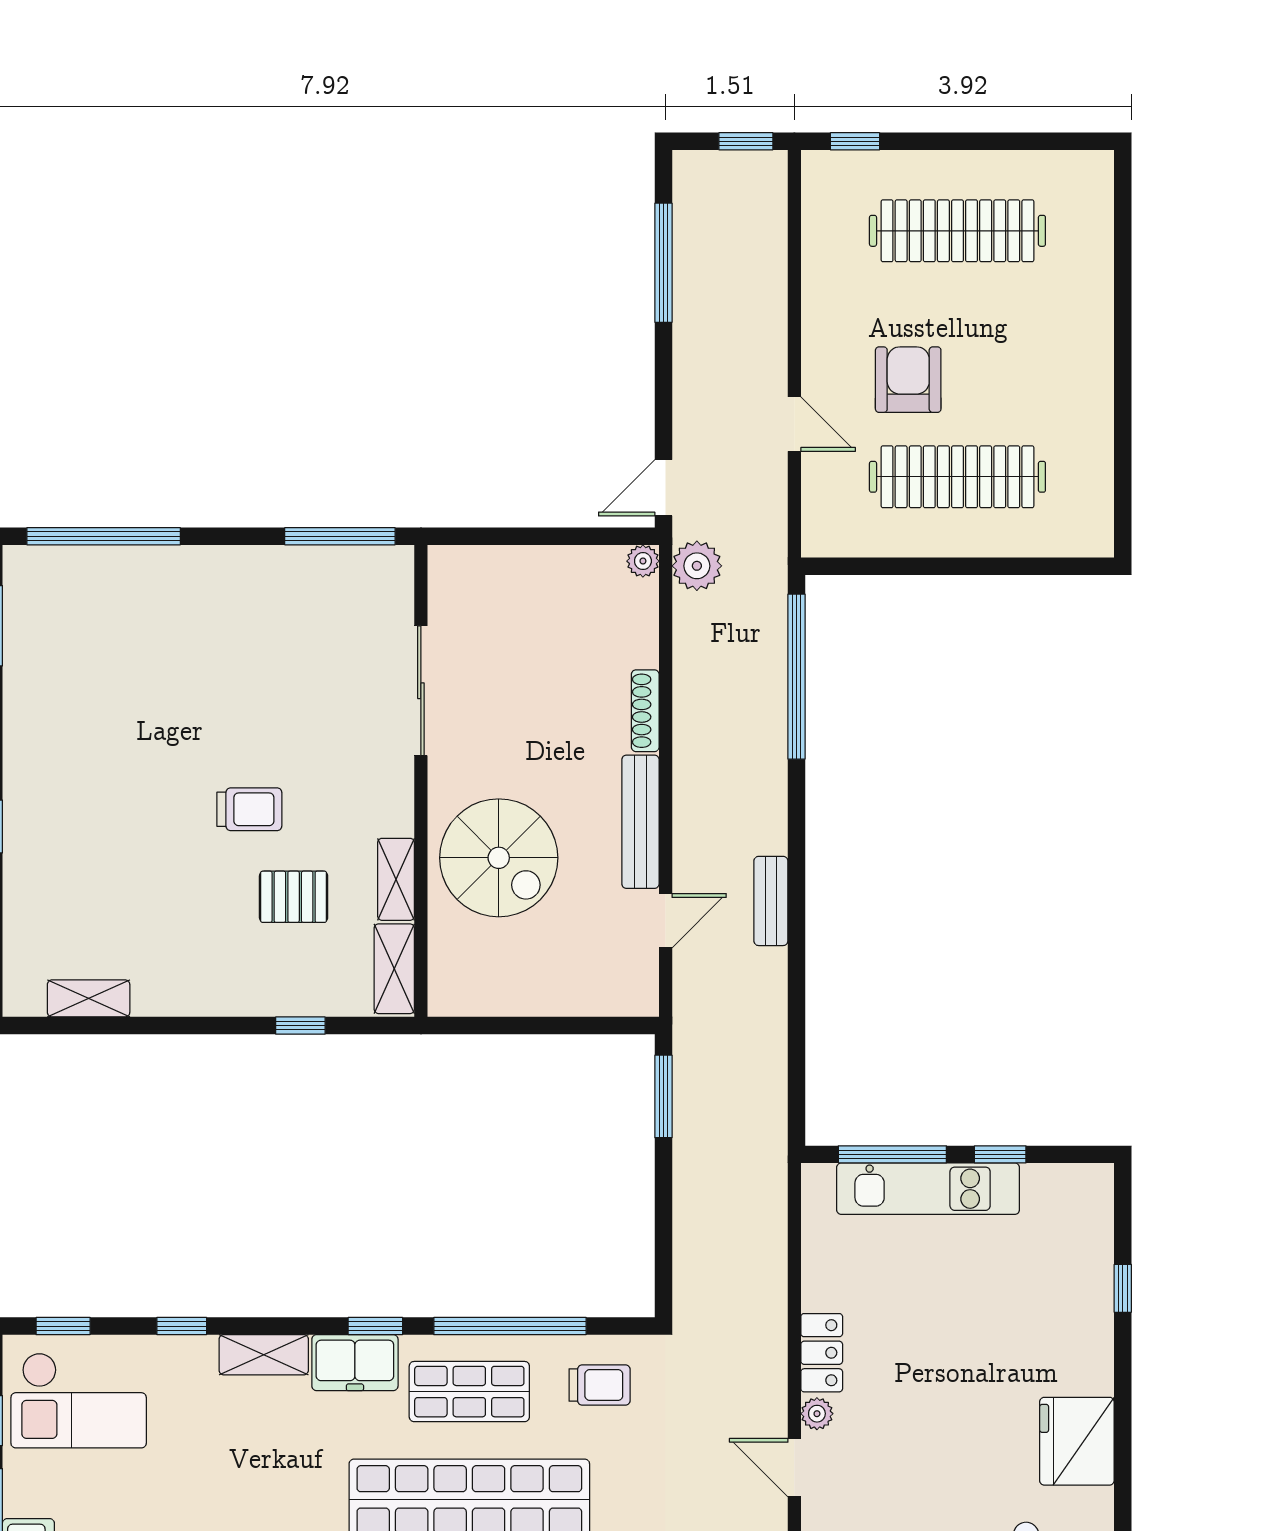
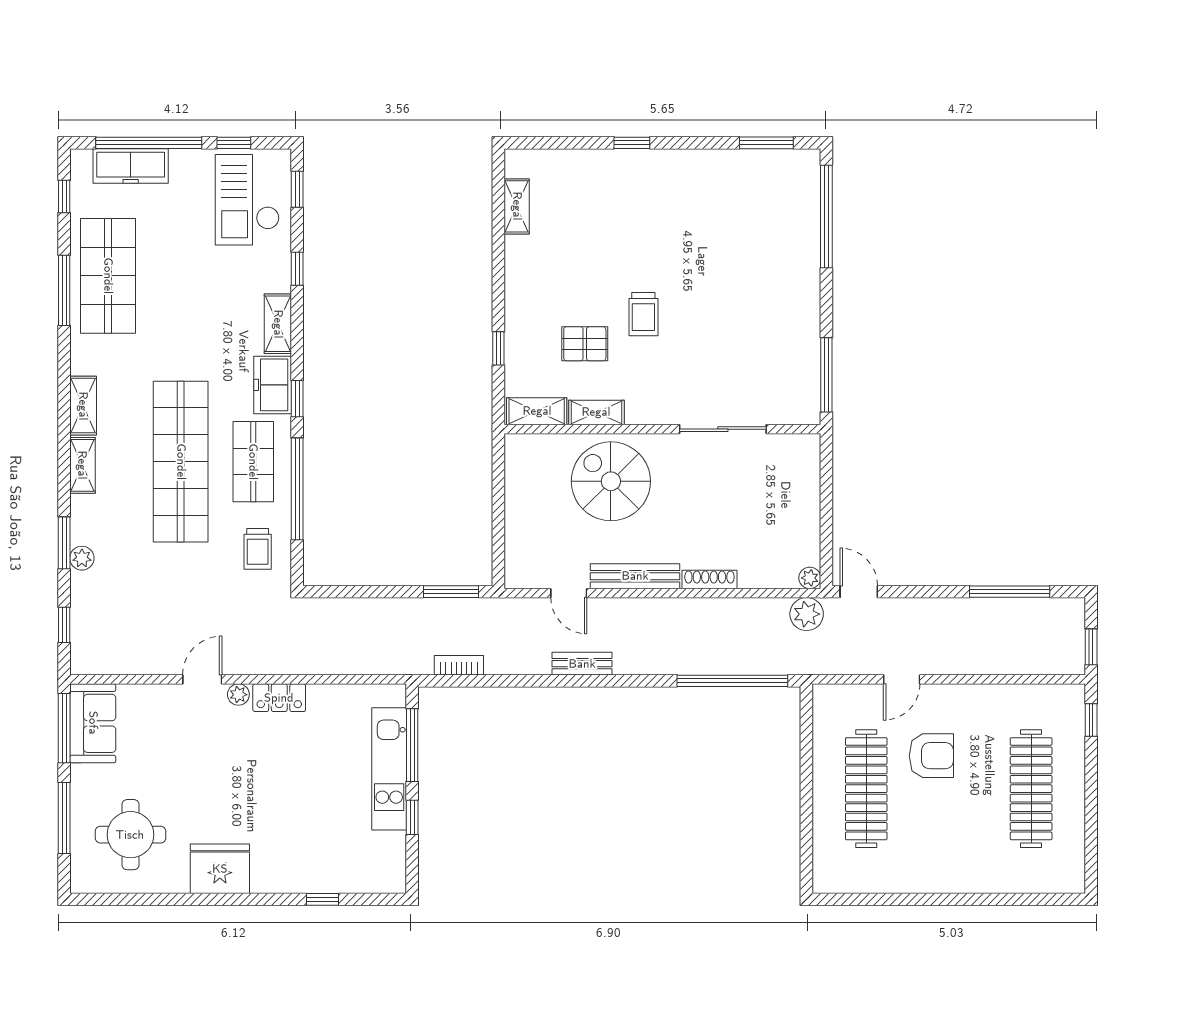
spiral stairs: (499, 858) -> (611, 481), turned 90
pallet: (294, 897) -> (585, 344), turned 90
bookcase: (773, 1085) -> (459, 665), added

